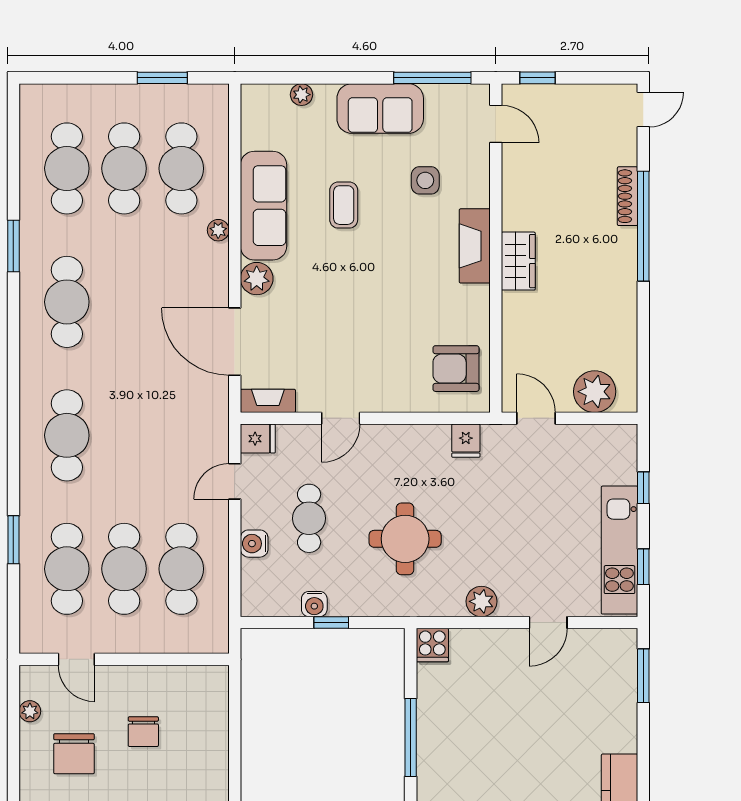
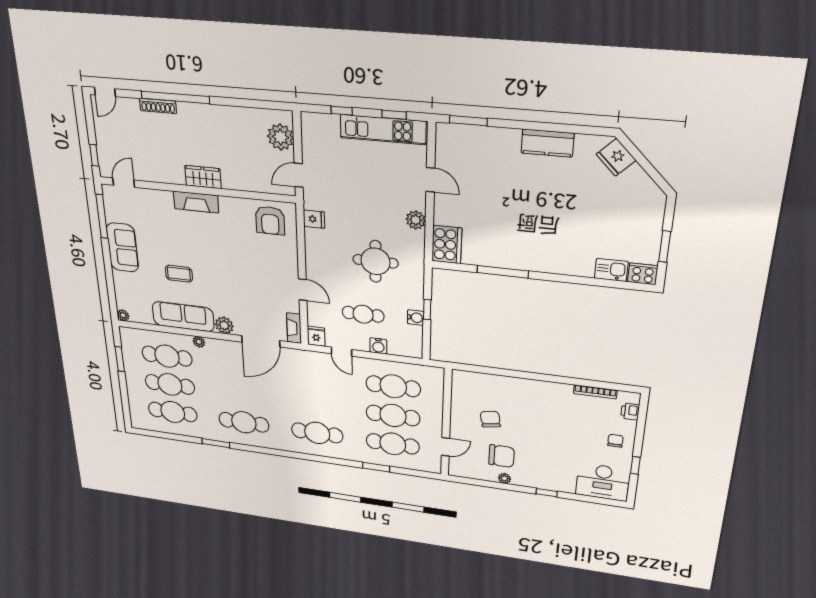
plant: (301, 95) -> (123, 315), moved
door: (643, 110) -> (105, 92), swing flipped
side table: (425, 180) -> (160, 227), removed
cooker: (432, 645) -> (447, 245), width x1.87, depth x1.31
plant: (30, 711) -> (504, 478), moved
chair: (143, 732) -> (490, 419), turned -100

